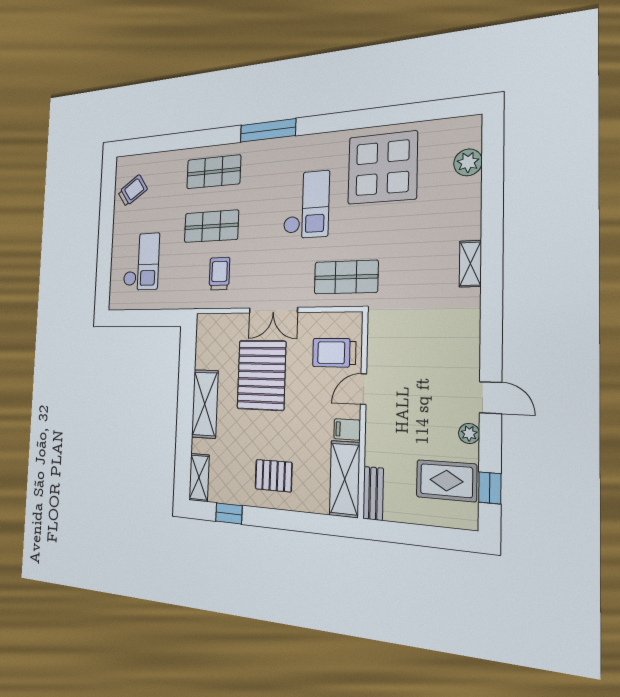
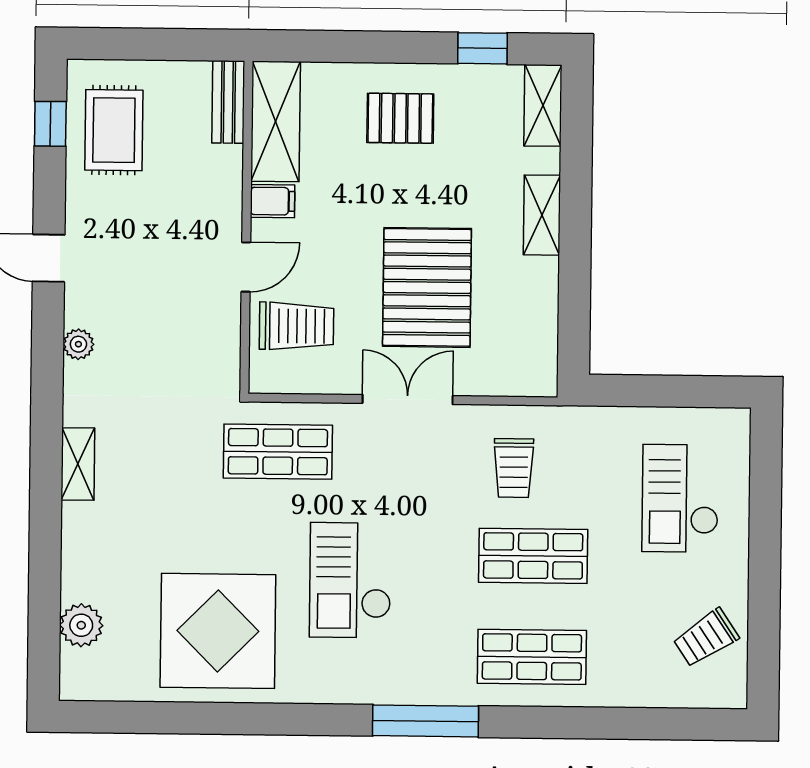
shelving: (205, 404) -> (542, 215), width x0.67, depth x0.75
plant: (469, 433) -> (78, 344), moved
rug: (446, 481) -> (114, 130), turned 90

